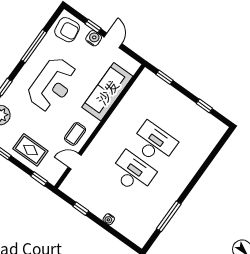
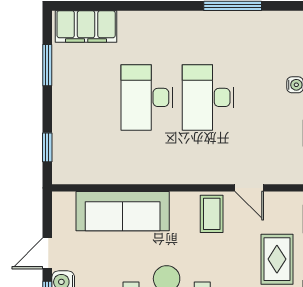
window: (204, 106) -> (47, 65), width x1.50
coffee table: (75, 134) -> (212, 214), turned 90
filing cabinet: (210, 138) -> (86, 26), added

